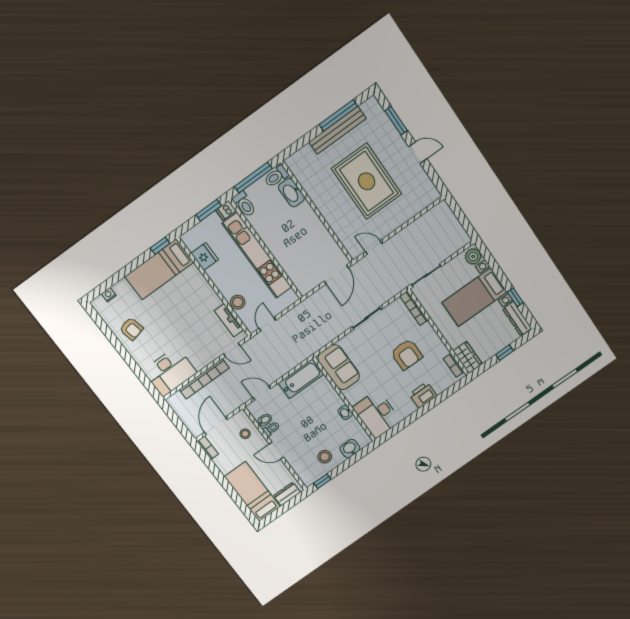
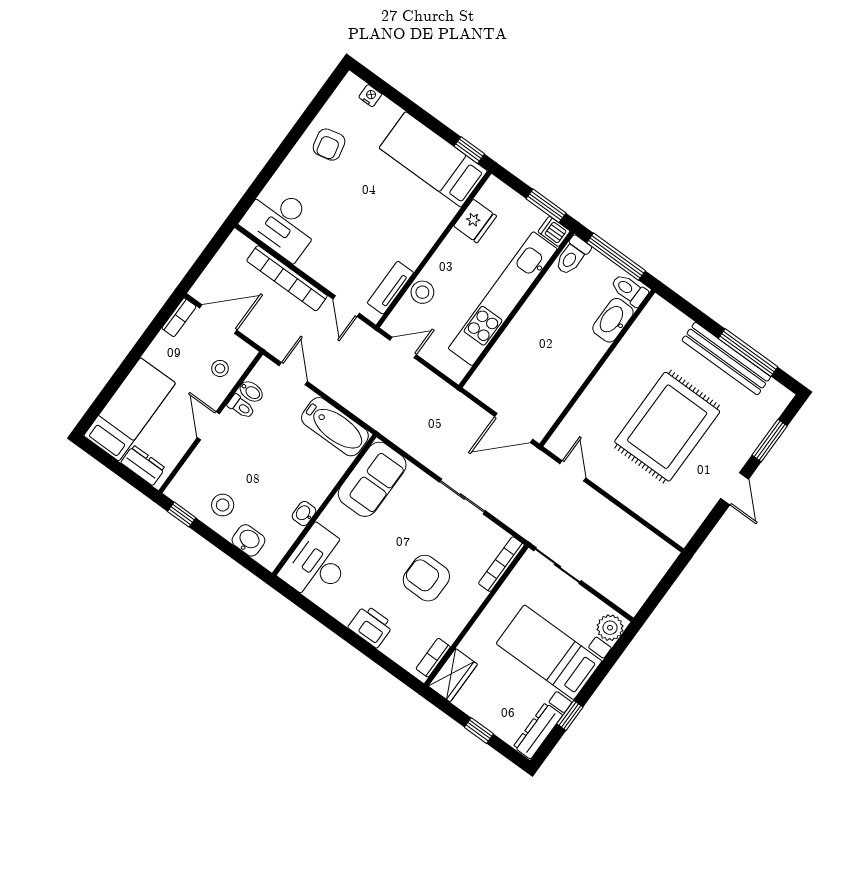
armchair: (407, 354) -> (426, 578), turned 90

